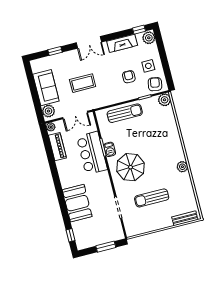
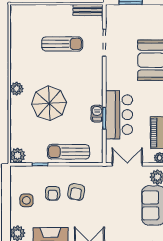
coffee table: (83, 83) -> (109, 200), removed
armchair: (155, 84) -> (76, 192), moved
parasol: (131, 167) -> (49, 103), moved
plant: (182, 167) -> (17, 89), moved
bench: (185, 218) -> (88, 10), moved

